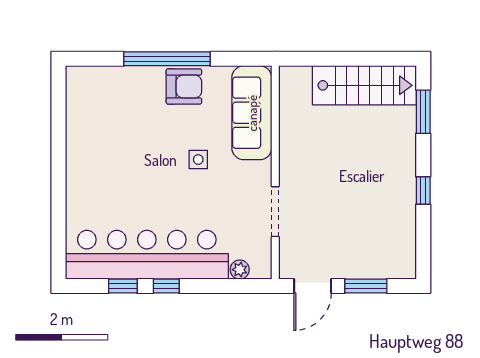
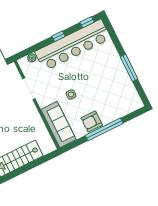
window: (58, 155) -> (129, 68), added
window: (123, 286) -> (87, 22), moved

